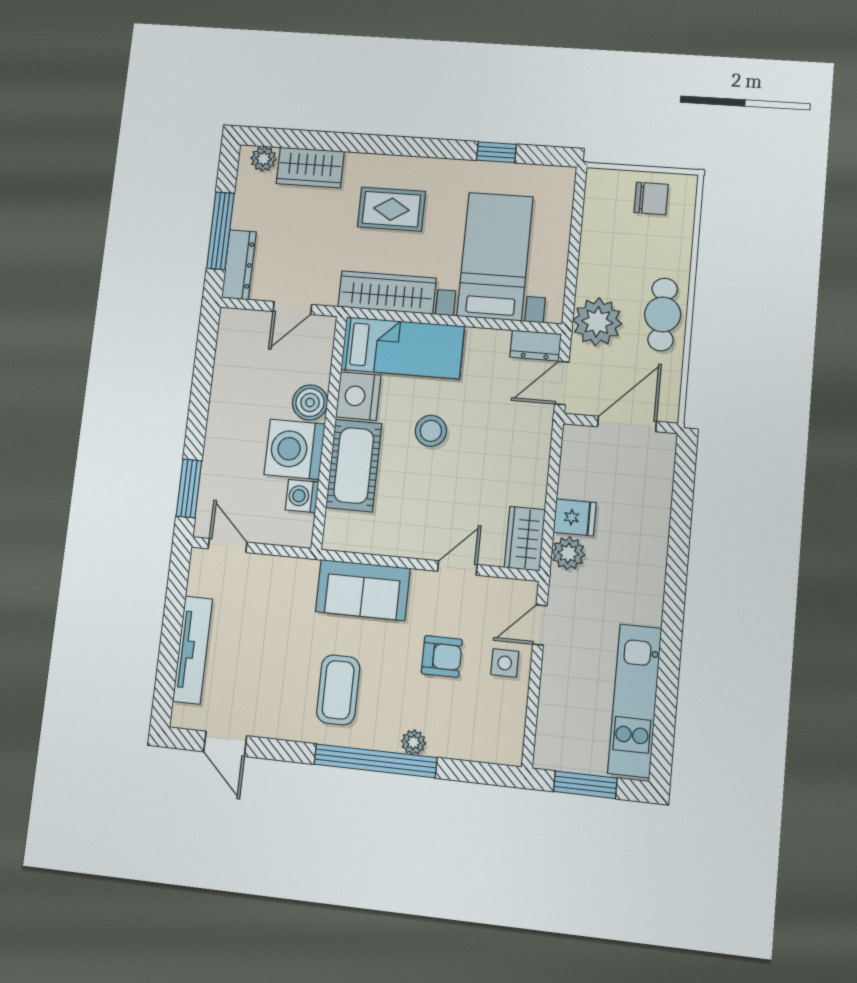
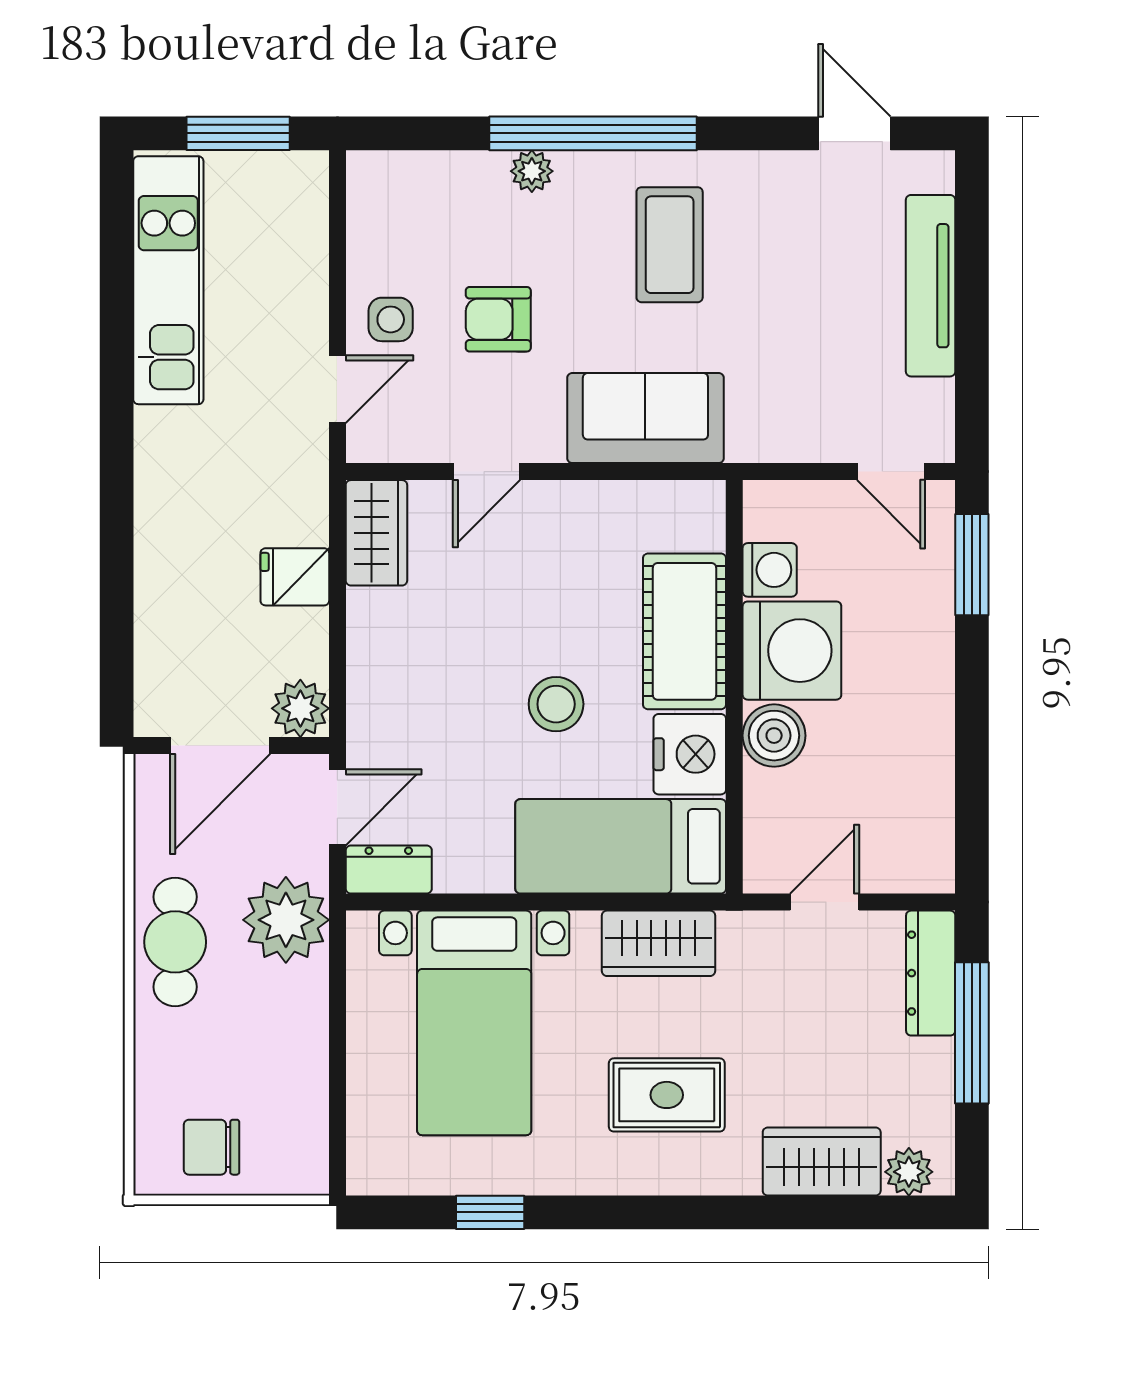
wardrobe: (387, 292) -> (659, 943), width x0.67
plant: (568, 553) -> (300, 708), moved

